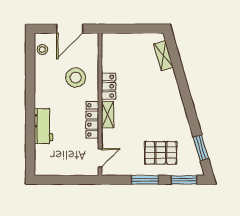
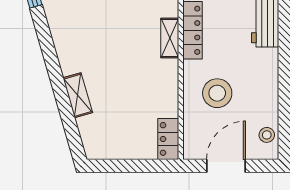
shelving: (163, 56) -> (78, 95), moved
locker: (109, 86) -> (168, 139), moved

